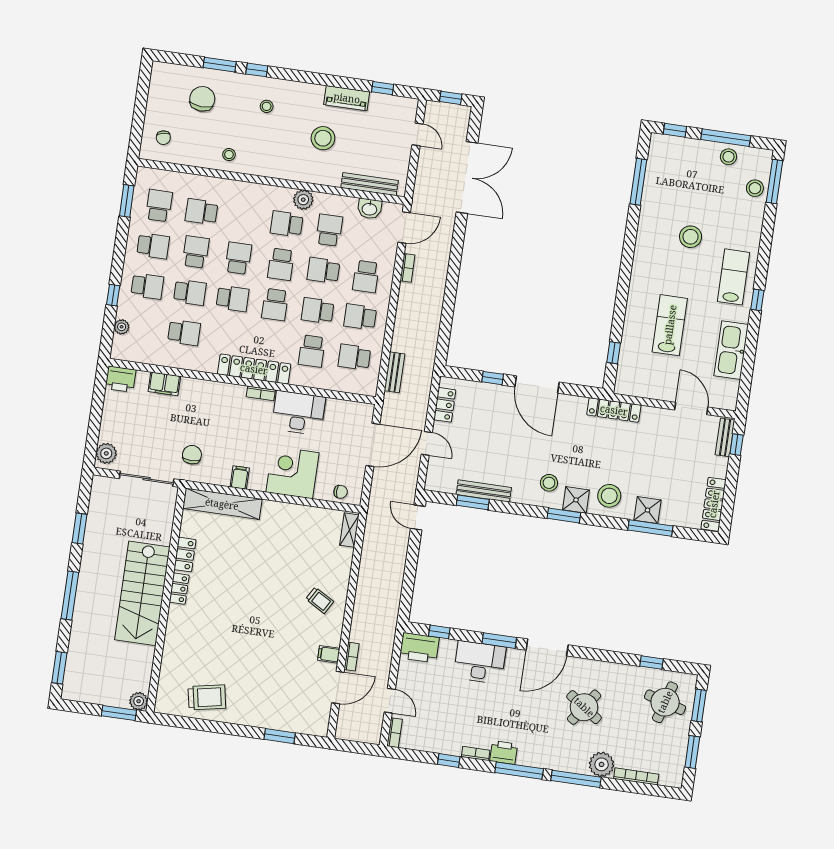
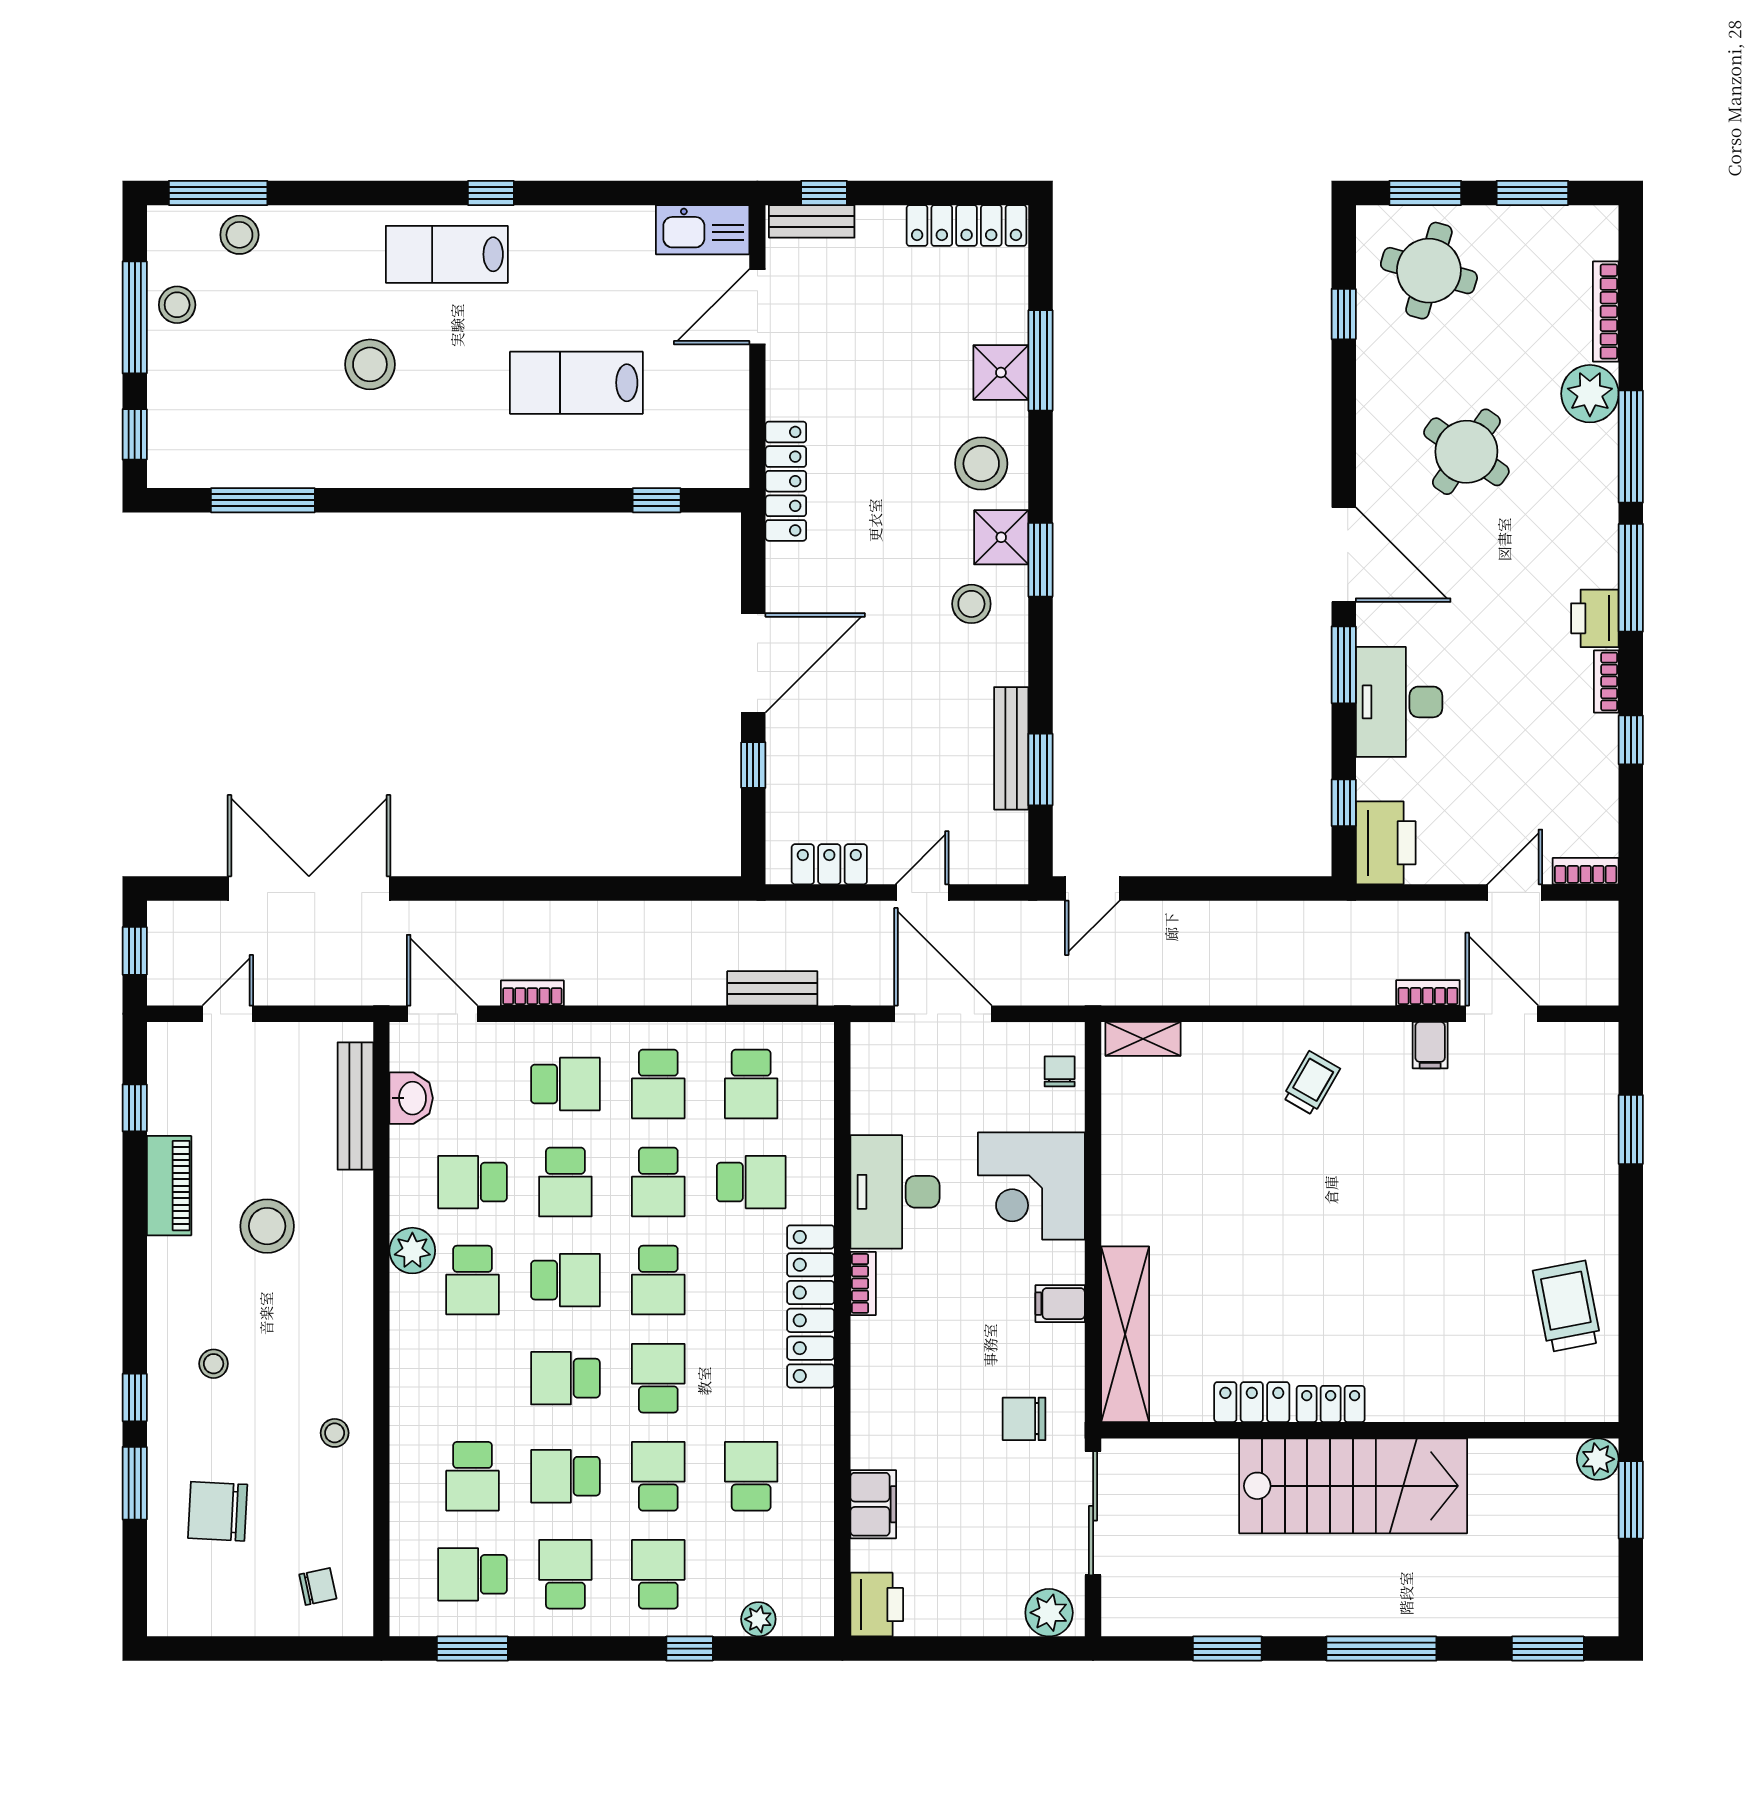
school desk: (275, 305) -> (658, 1280), turned 90
kitchen sink: (731, 350) -> (703, 230), moved, width x0.73, depth x0.81

